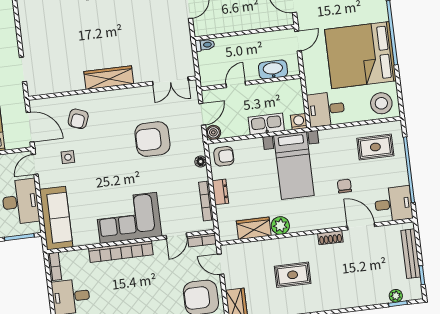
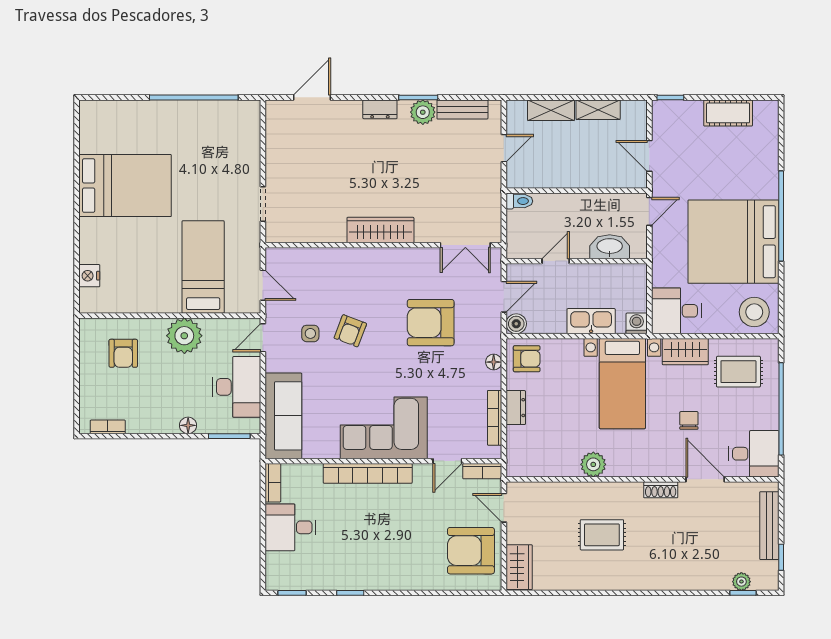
armchair: (78, 119) -> (350, 331), moved
door: (30, 127) -> (263, 285), width x0.73
wardrobe: (254, 228) -> (685, 352), moved, turned 180

